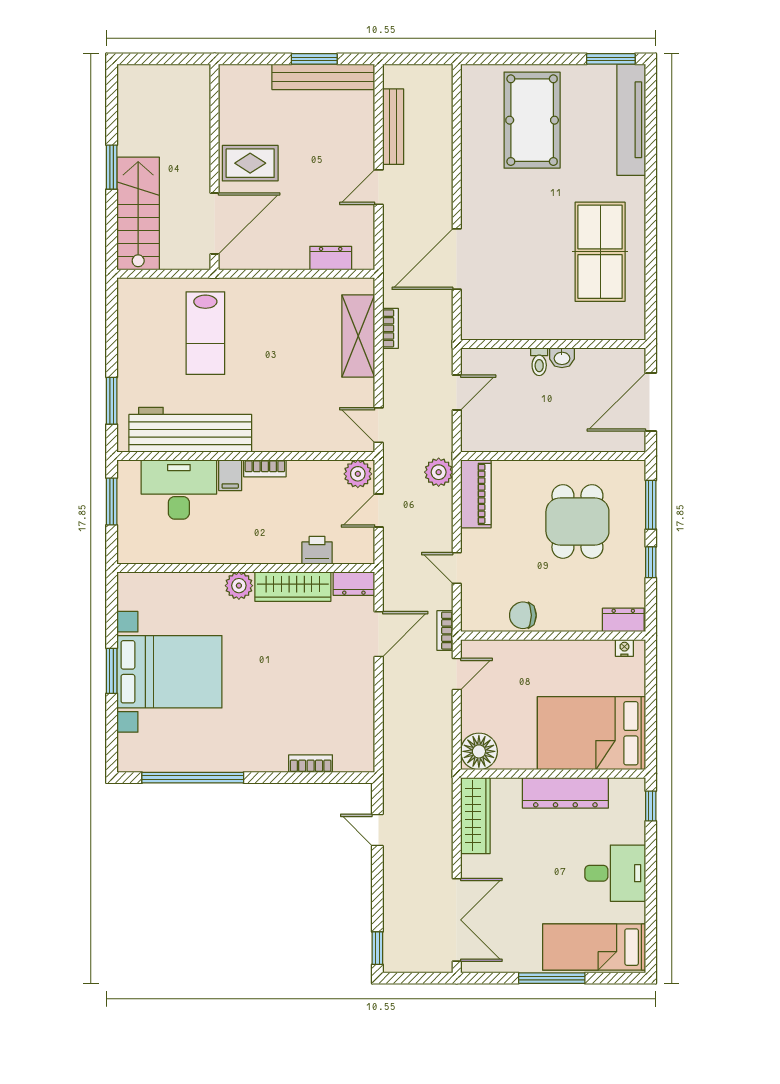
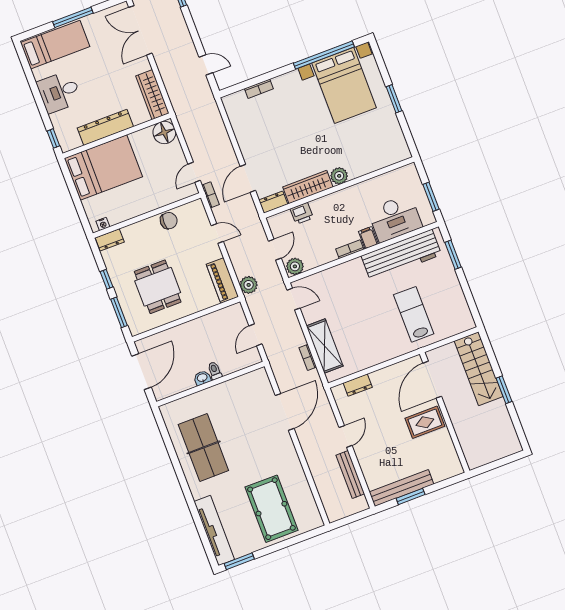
bed with nightstands: (169, 672) -> (344, 85), moved, turned -90

